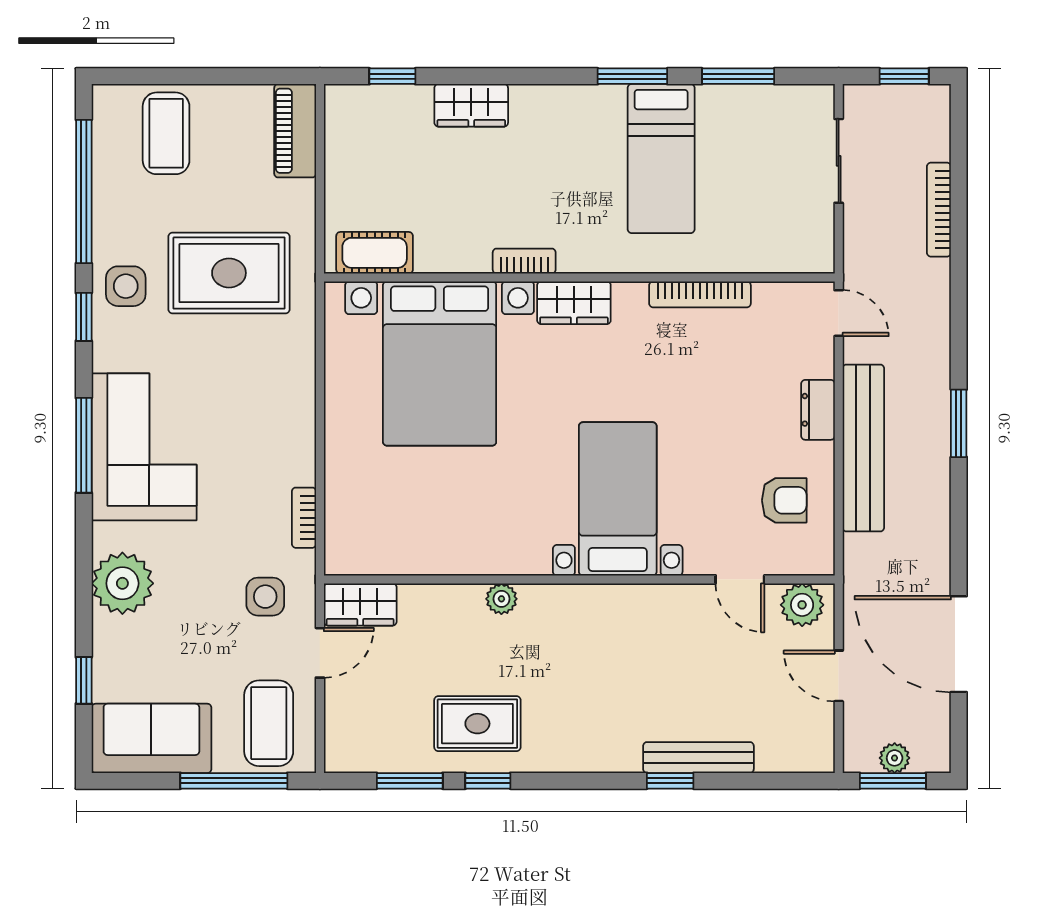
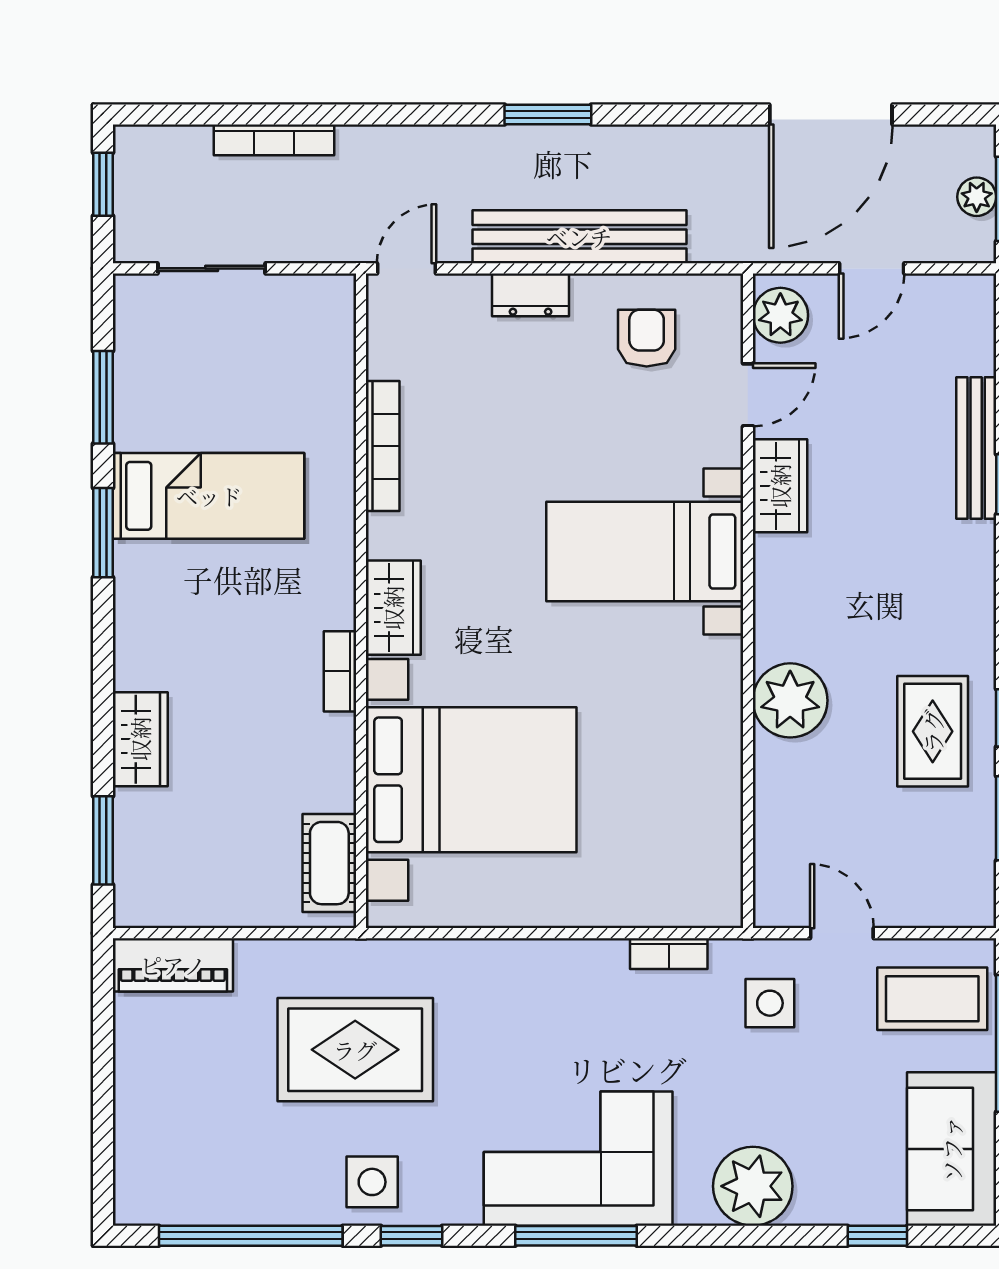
window: (392, 76) -> (103, 840), width x1.50
coffee table: (166, 133) -> (176, 1130), removed
rug: (229, 273) -> (355, 1050), turned 90
plant: (501, 599) -> (790, 700), width x1.87, depth x1.87
wardrobe: (360, 604) -> (780, 486), moved

